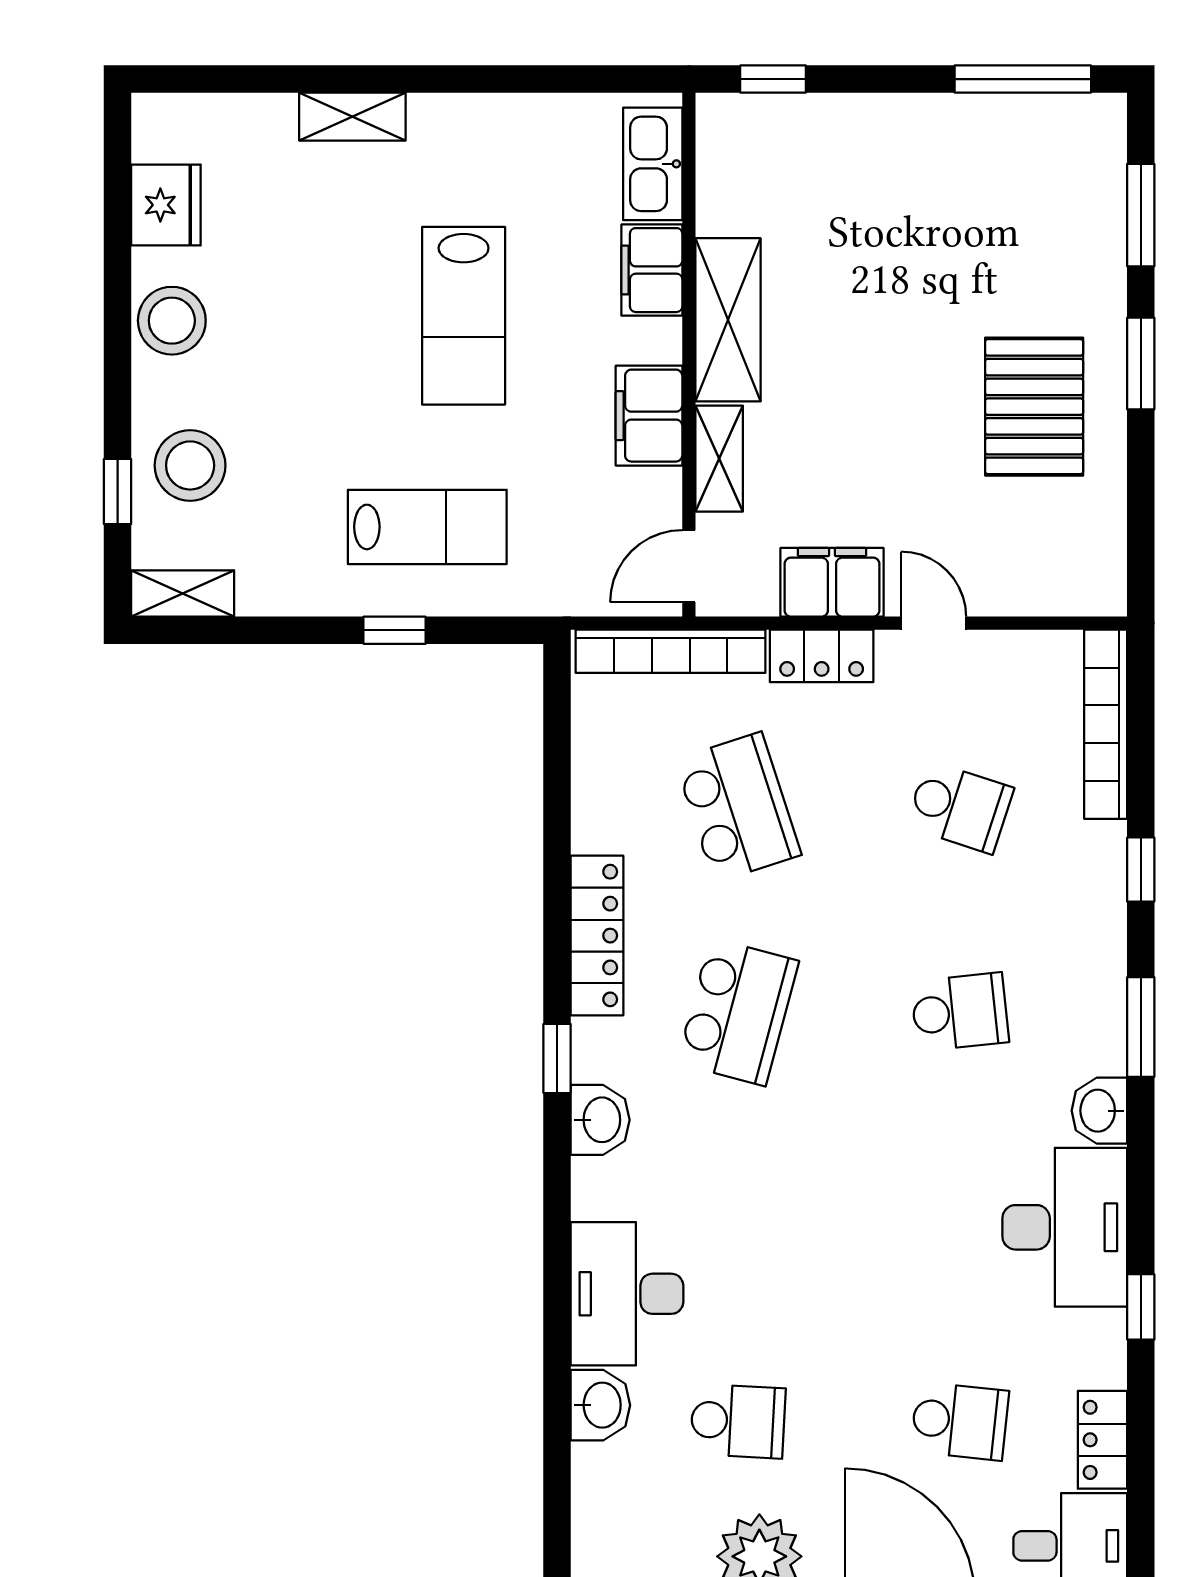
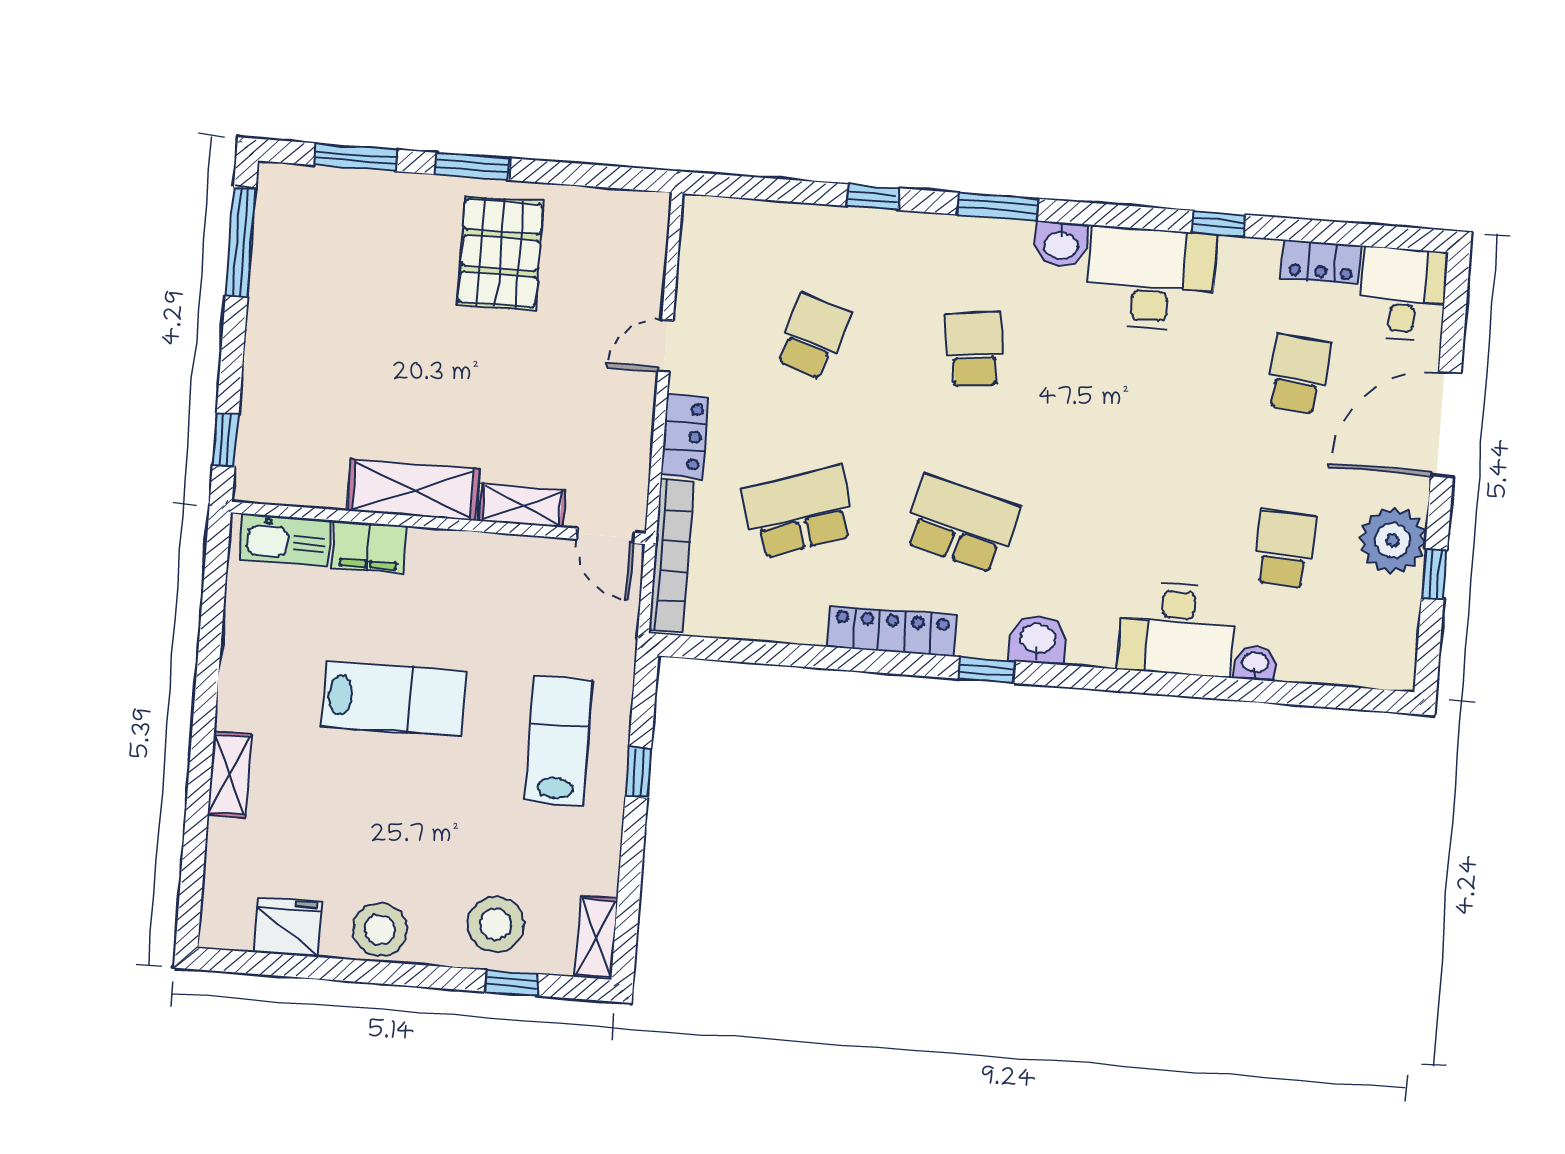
pallet: (1034, 407) -> (500, 253), turned 90
filing cabinet: (649, 416) -> (484, 558), removed
filing cabinet: (832, 582) -> (627, 424), removed
bookcase: (1106, 724) -> (756, 216), removed
washbasin: (600, 1405) -> (1255, 664), width x0.72, depth x0.69

